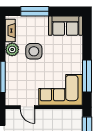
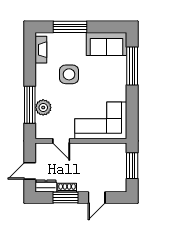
plant: (12, 49) -> (43, 107), moved
window: (87, 76) -> (132, 66), moved

